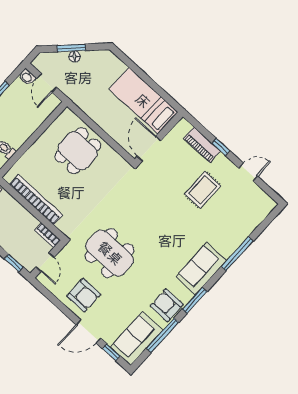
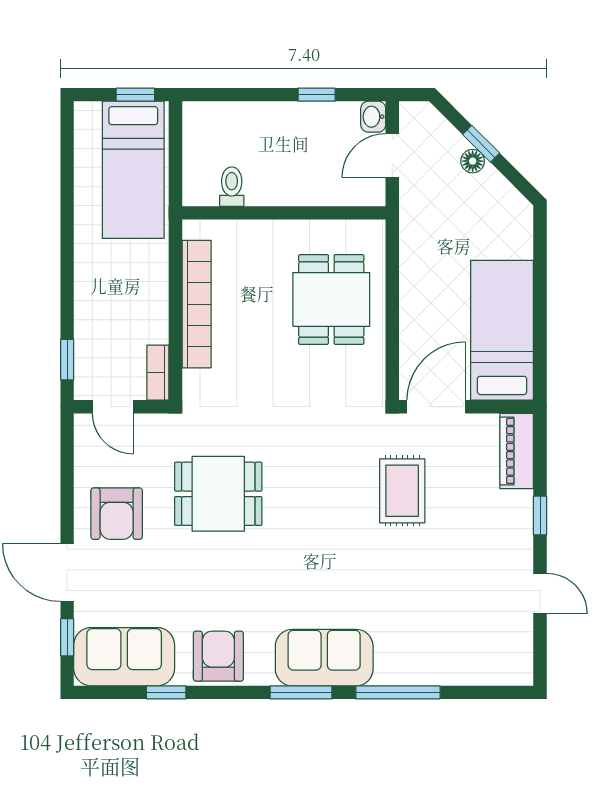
window: (71, 48) -> (481, 144), width x0.67
piano: (202, 145) -> (517, 451), moved
dining table: (78, 151) -> (331, 299), turned 90
rug: (203, 190) -> (402, 491), moved, turned 90
dining table: (110, 253) -> (218, 494), width x0.73
door: (45, 262) -> (113, 407), hinge flipped
window: (195, 300) -> (301, 692), moved
window: (163, 335) -> (166, 692), width x0.46

